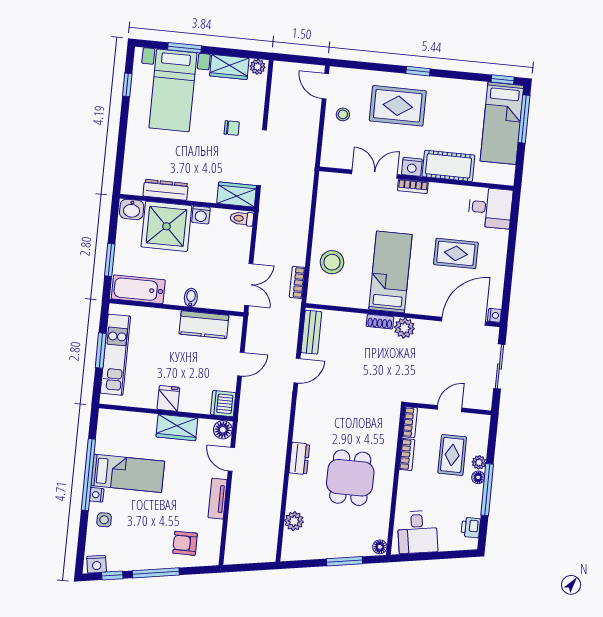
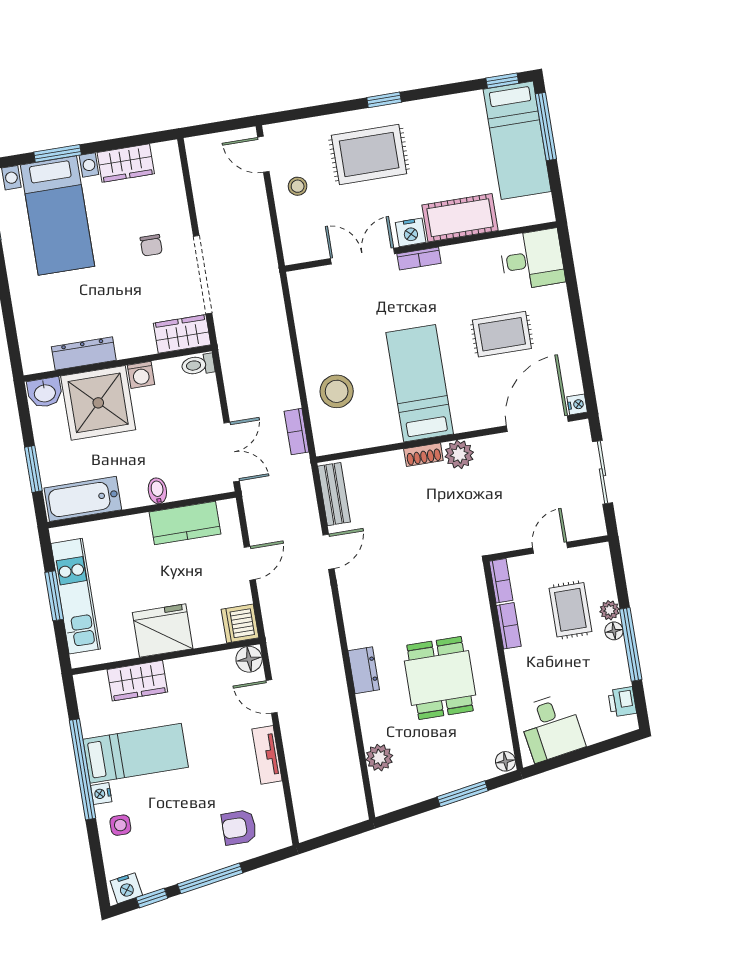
plant: (258, 67) -> (164, 152), removed
chair: (232, 128) -> (151, 245), turned 90
fridge: (168, 398) -> (163, 631), width x1.88, depth x1.34
wardrobe: (177, 427) -> (137, 681), moved

